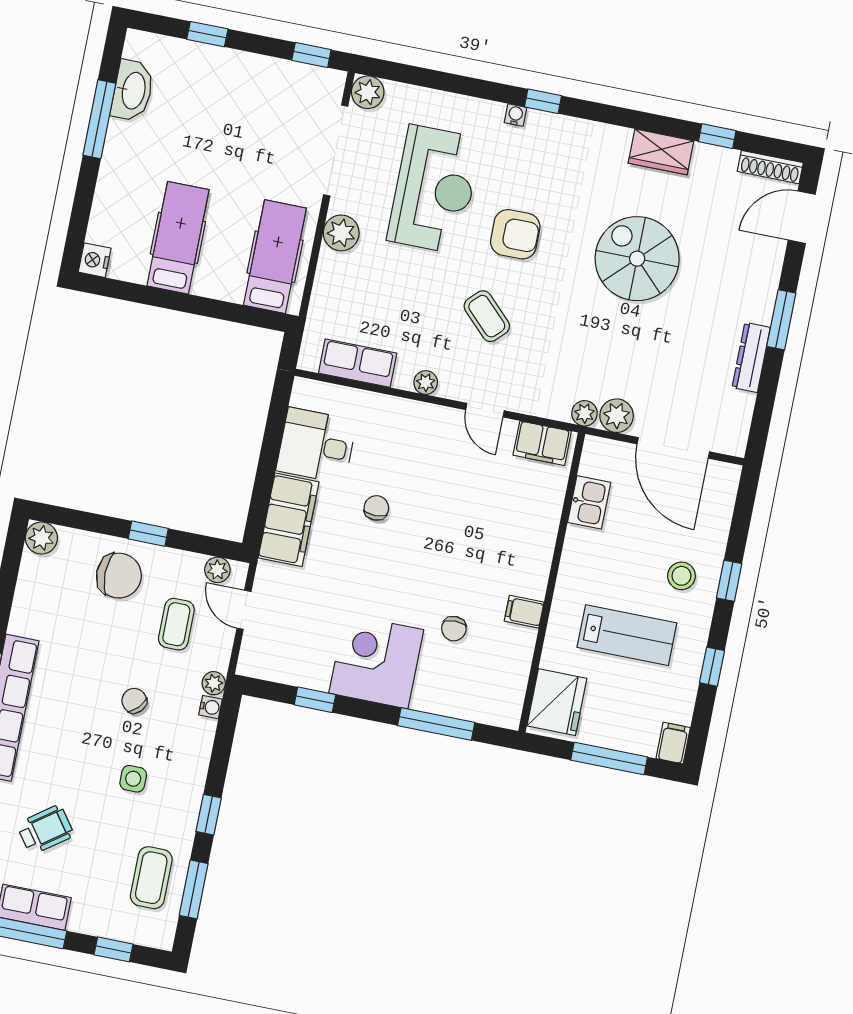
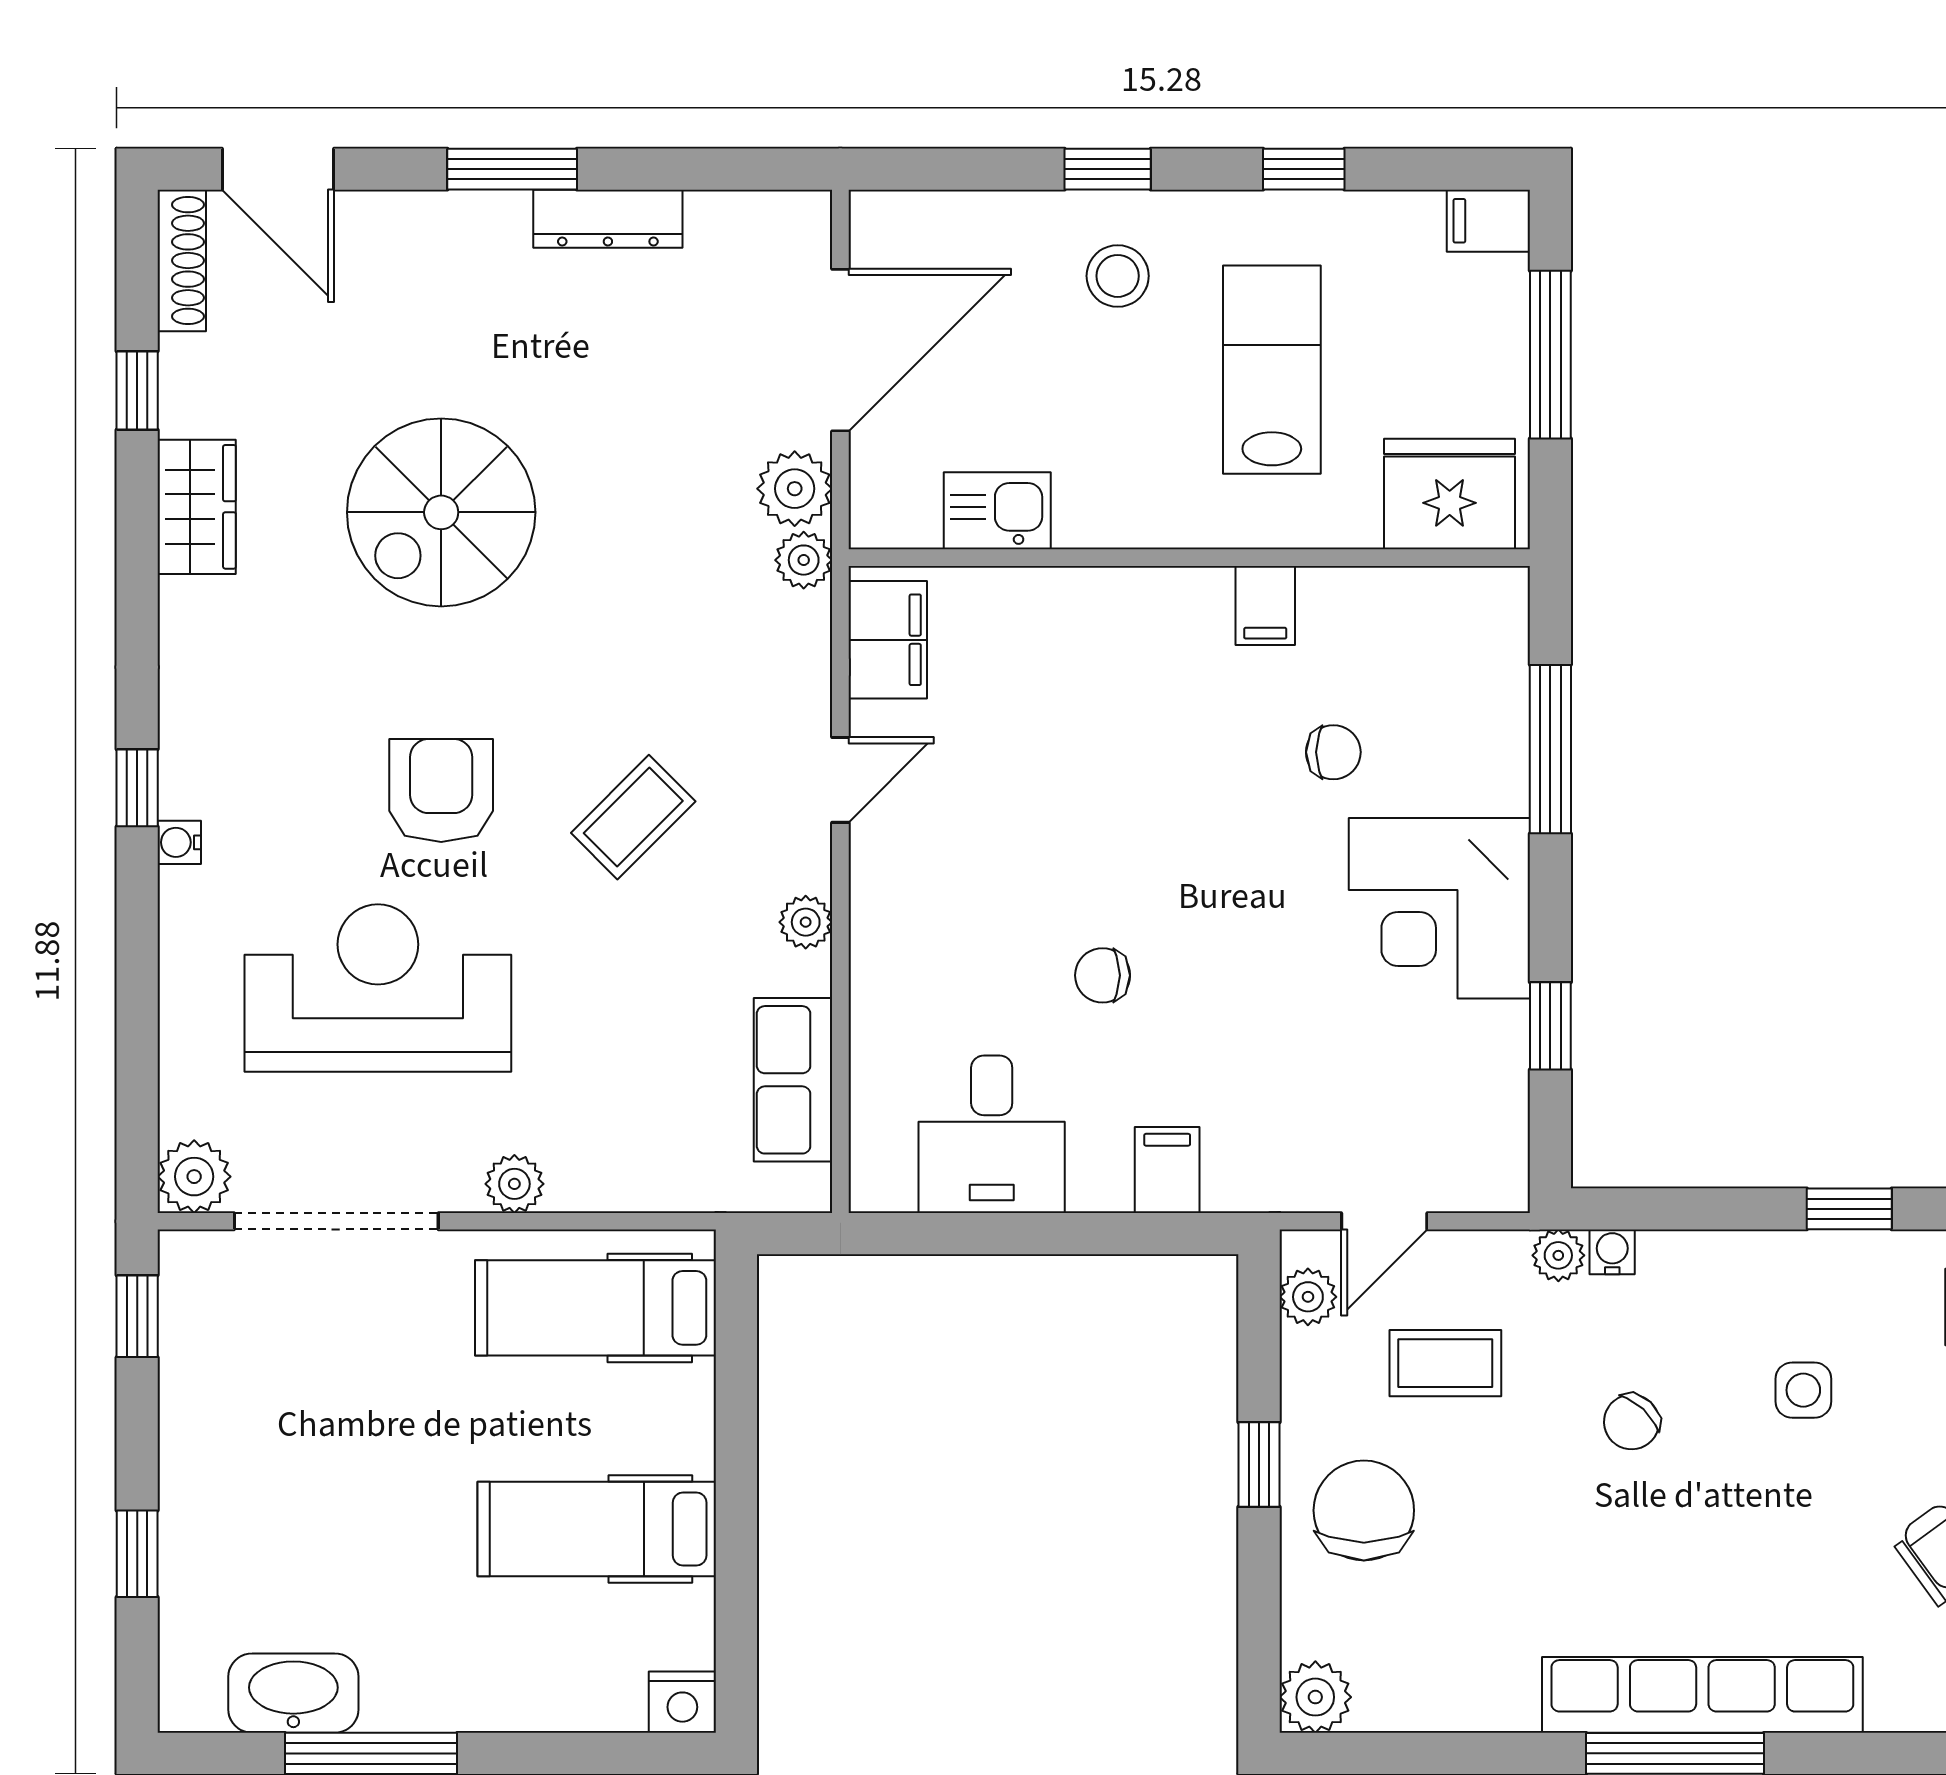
plant: (341, 233) -> (514, 1184), width x0.73, depth x0.73
filing cabinet: (289, 520) -> (1167, 1170), width x0.33, depth x0.86

